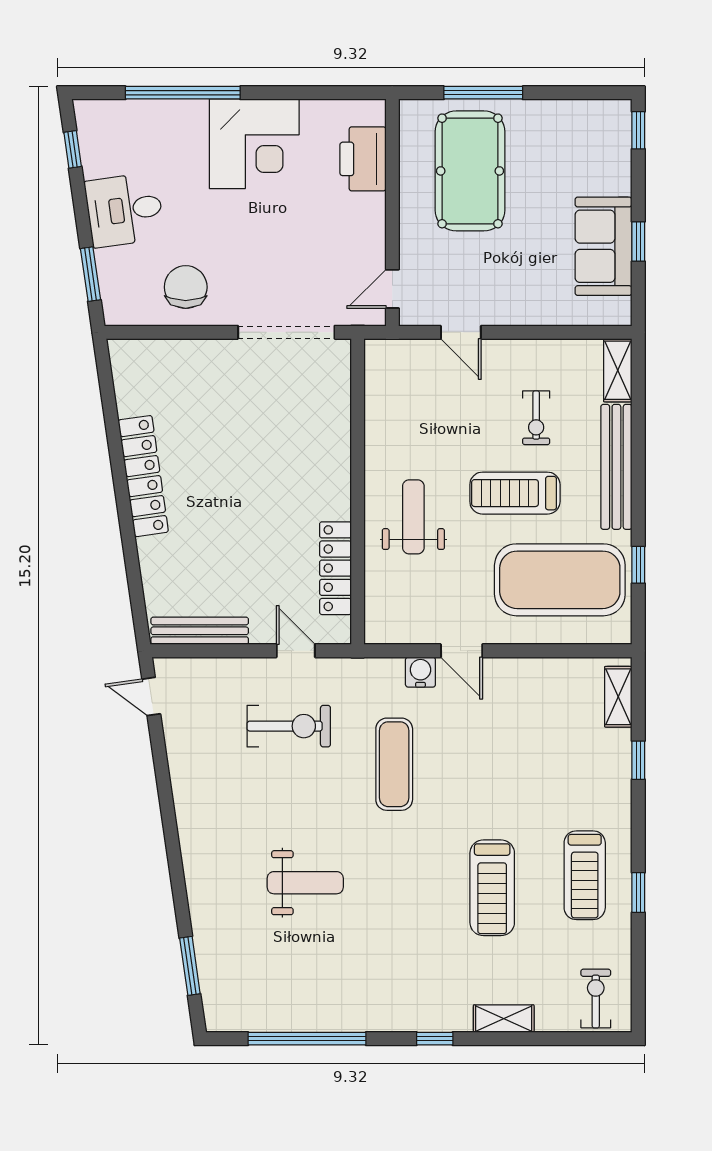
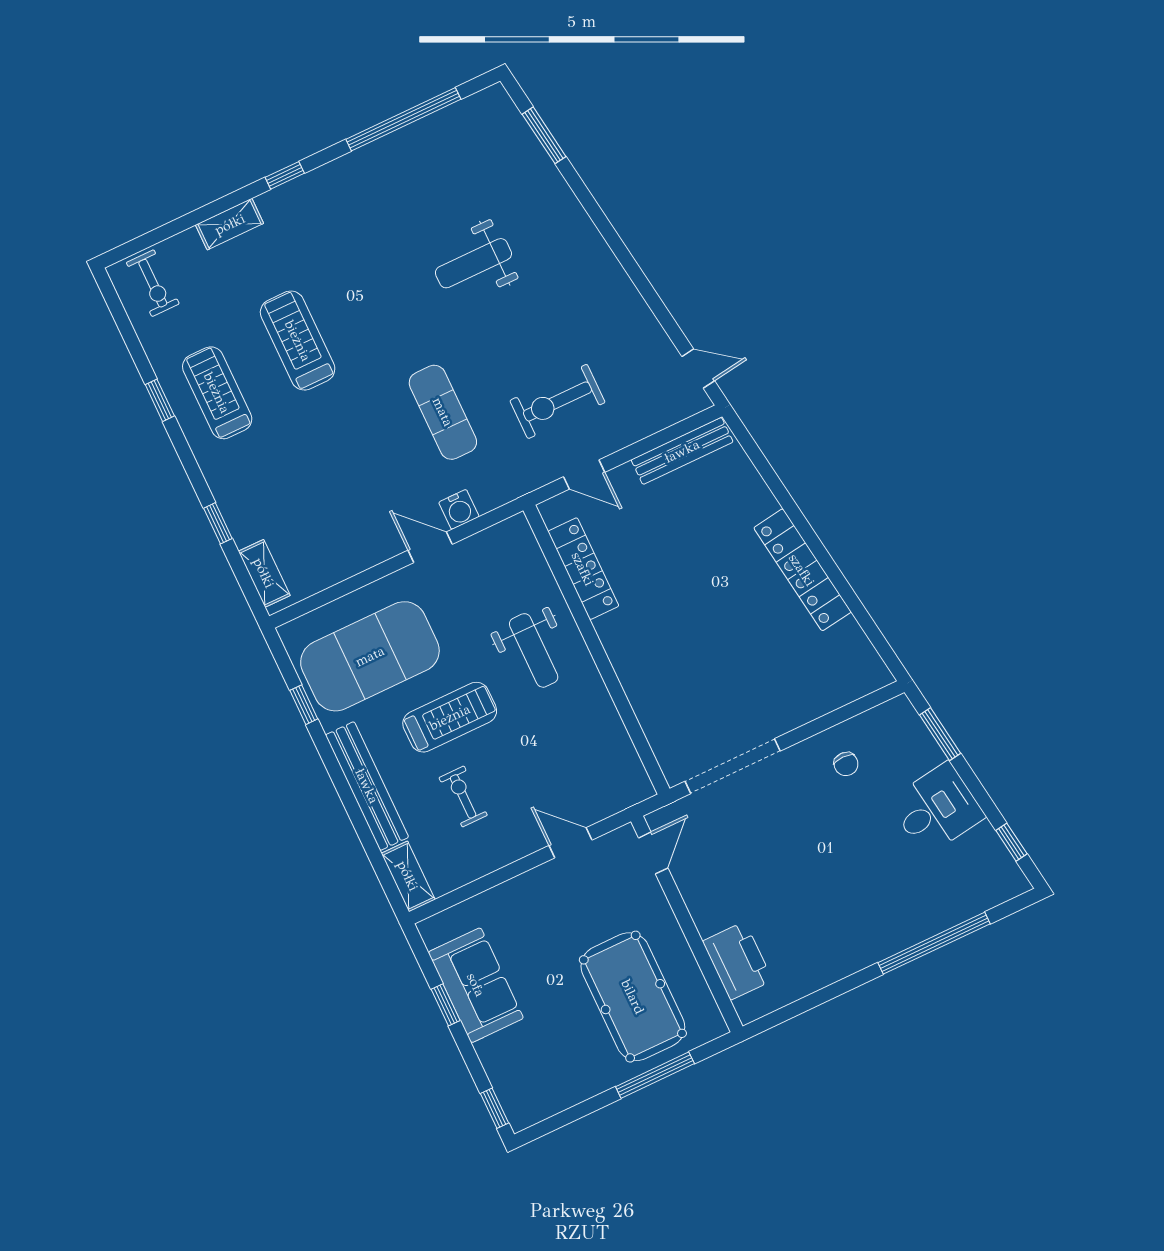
corner desk: (254, 144) -> (845, 927), removed
chair: (186, 287) -> (846, 764), width x0.54, depth x0.54

